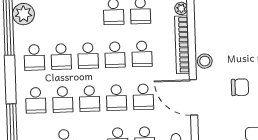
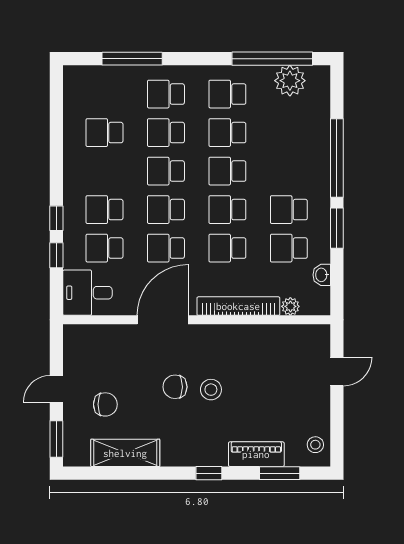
stool: (205, 61) -> (211, 390), moved
chair: (240, 87) -> (175, 387), turned 90

